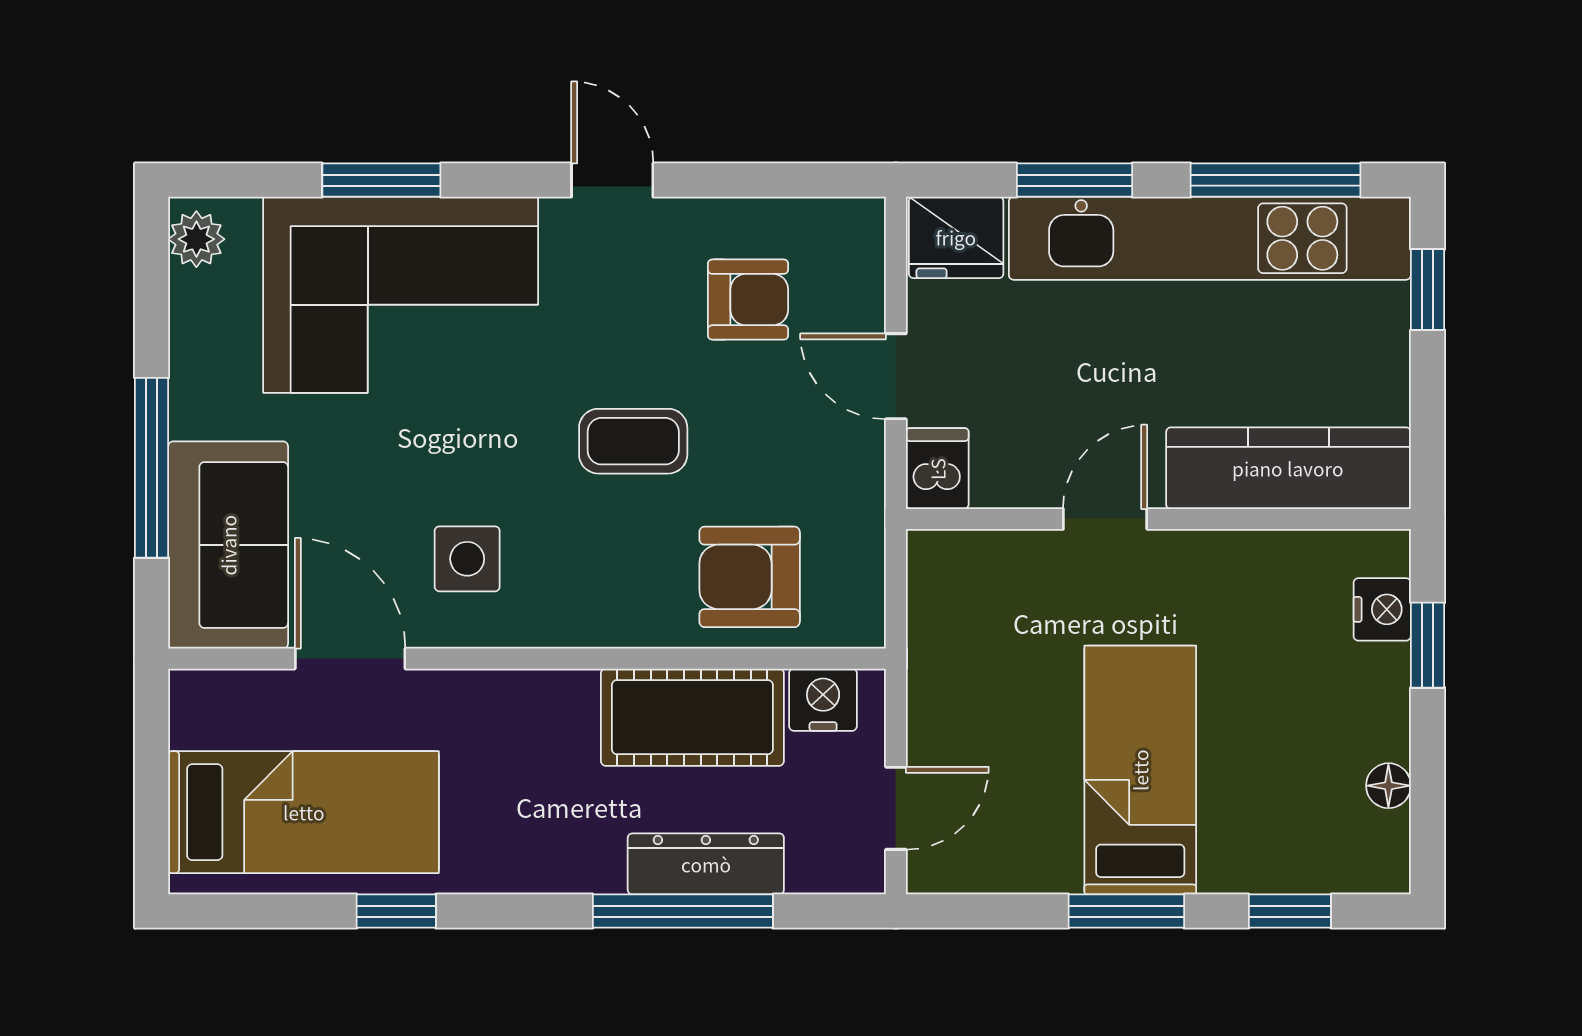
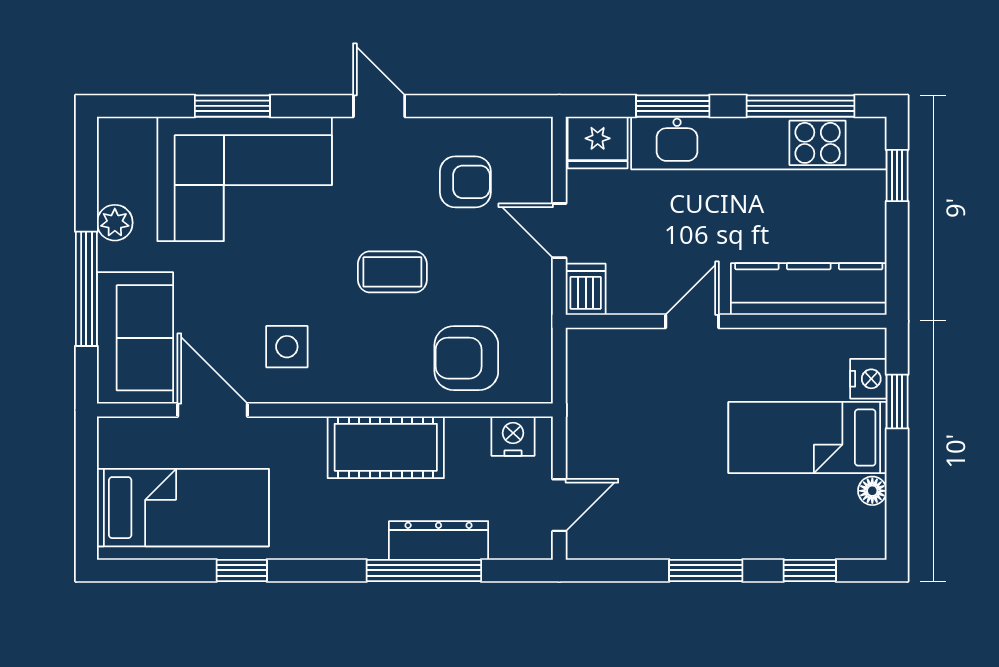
plant: (196, 239) -> (115, 223), moved
cot: (692, 717) -> (386, 447), moved
bed: (1140, 770) -> (807, 438), moved, turned -90

